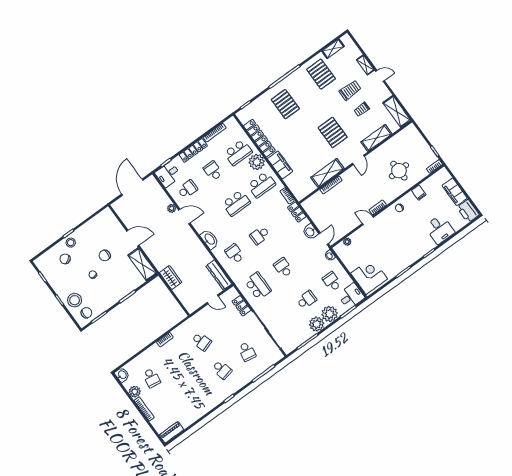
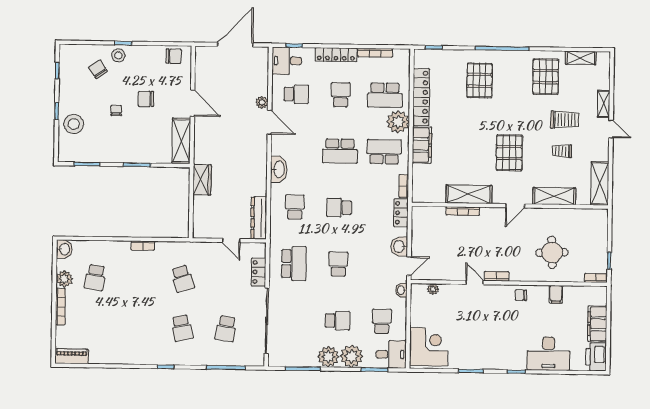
school desk: (262, 185) -> (384, 152), turned 180
desk: (440, 229) -> (548, 354), width x1.37
chair: (86, 313) -> (174, 56), moved

